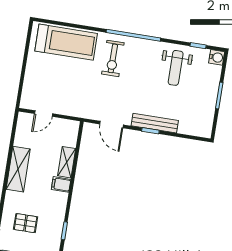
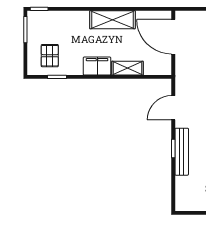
door: (44, 114) -> (173, 37), width x1.87
filing cabinet: (61, 184) -> (97, 66), width x2.00
pallet: (26, 223) -> (50, 56), moved

